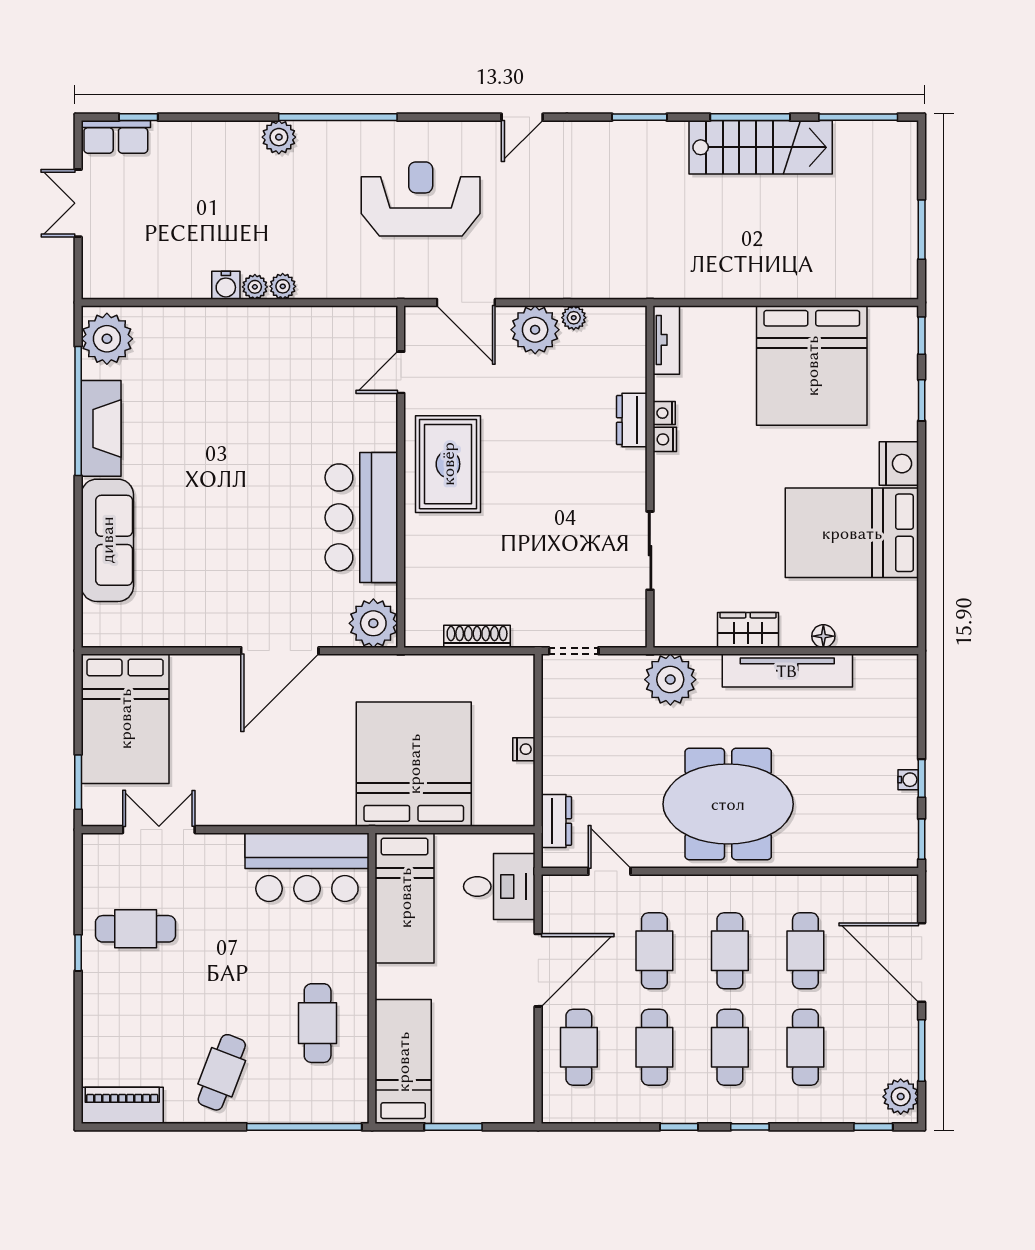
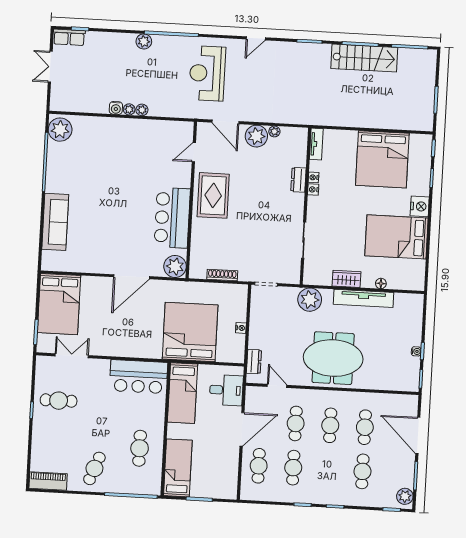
reception desk: (421, 199) -> (207, 73), turned -90
fireplace: (101, 428) -> (55, 170), removed
cafe table: (730, 1047) -> (328, 470), removed

